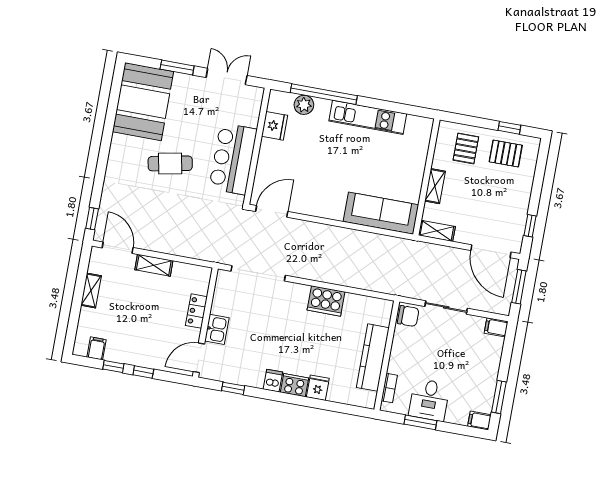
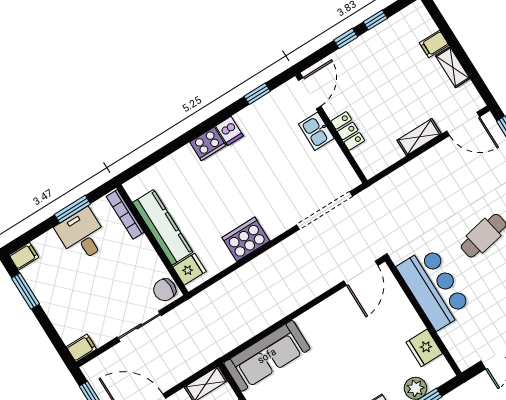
filing cabinet: (97, 348) -> (434, 44), moved, turned 90
fridge: (318, 388) -> (189, 269), moved, turned -90
bookcase: (389, 388) -> (125, 214), width x1.56

